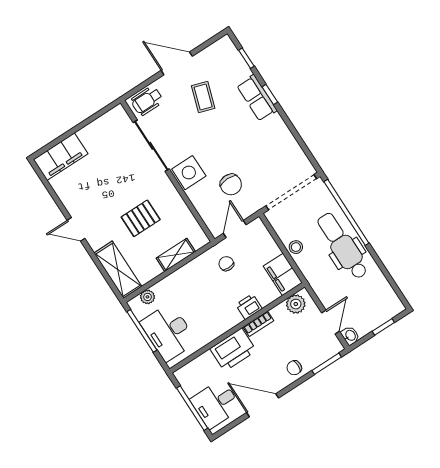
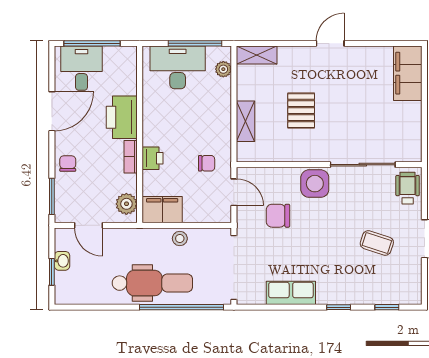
row of seats: (257, 98) -> (291, 293), moved
shelving: (118, 270) -> (257, 55), width x0.67, depth x0.75
washbasin: (350, 336) -> (62, 261), moved, turned -90

